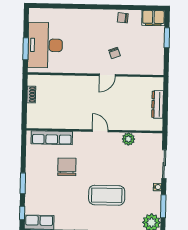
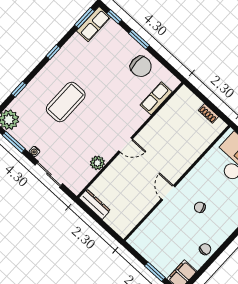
chair: (115, 53) -> (200, 207), moved
dresser: (158, 104) -> (95, 204), moved
row of seats: (52, 138) -> (156, 98), width x0.68
chair: (67, 167) -> (141, 66), moved

